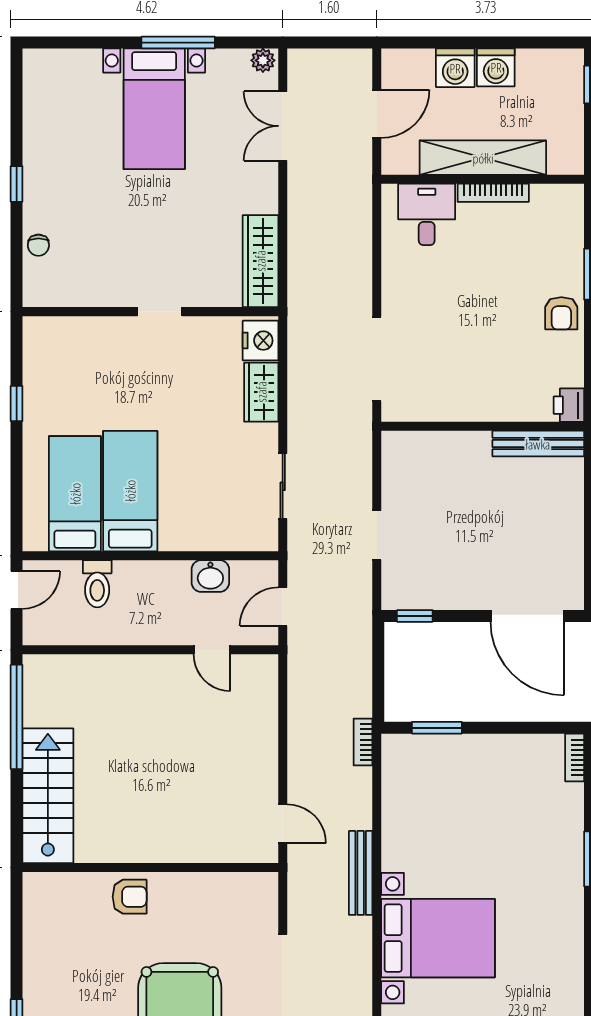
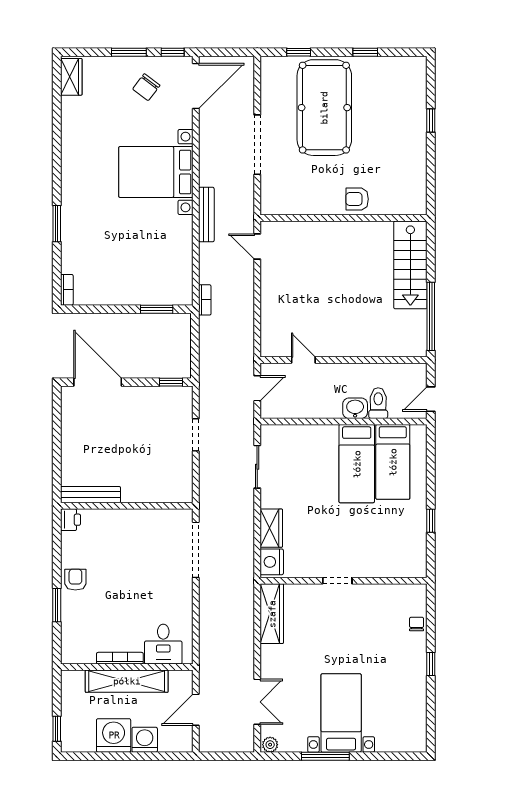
washing machine: (496, 67) -> (114, 735), width x1.37, depth x1.37
washbasin: (210, 576) -> (355, 408), moved

